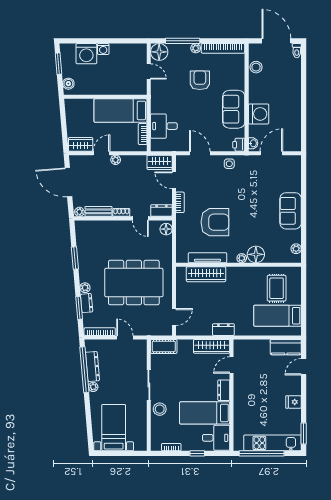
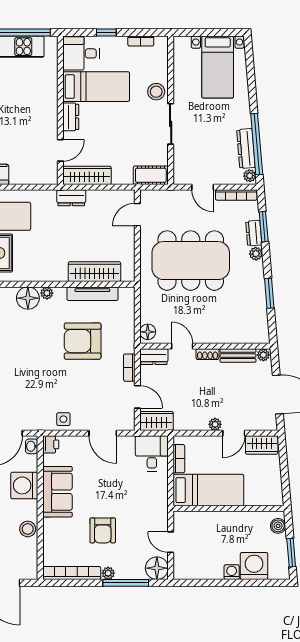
stool: (256, 67) -> (28, 529), moved
desk: (164, 126) -> (152, 453), moved, turned -90
plant: (93, 387) -> (250, 176), moved

